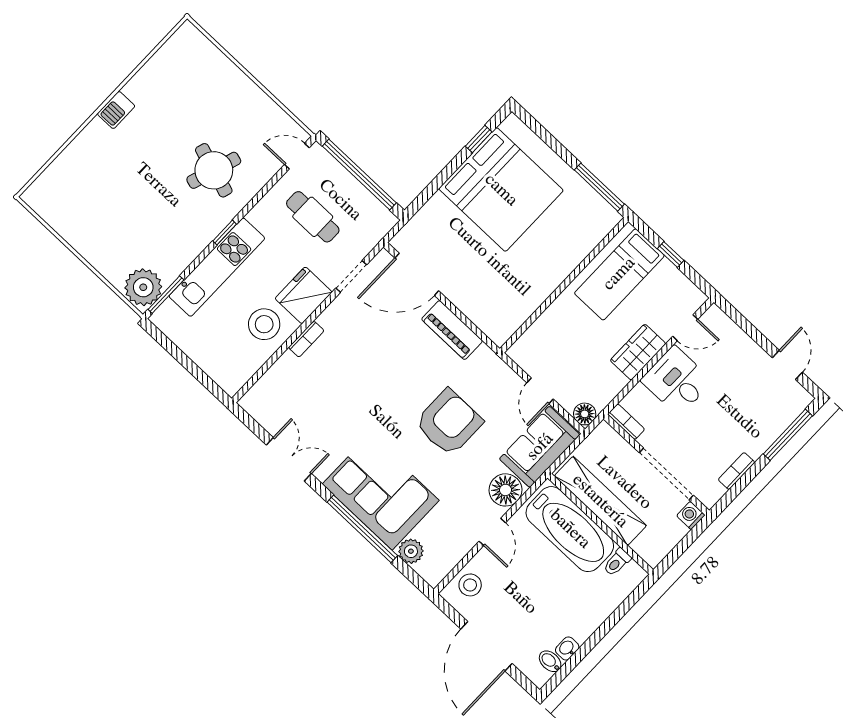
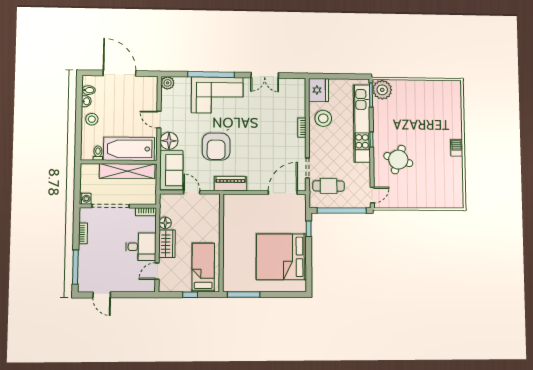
window: (479, 139) -> (309, 229), moved
cafe table: (313, 217) -> (329, 186), moved
kitchen unit: (217, 267) -> (362, 123), width x1.36
fridge: (304, 295) -> (318, 90), moved
piano: (452, 330) -> (231, 184), moved
floor lamp: (585, 414) -> (165, 223), moved
plant: (411, 551) -> (168, 83), moved
stool: (470, 585) -> (92, 119), moved

